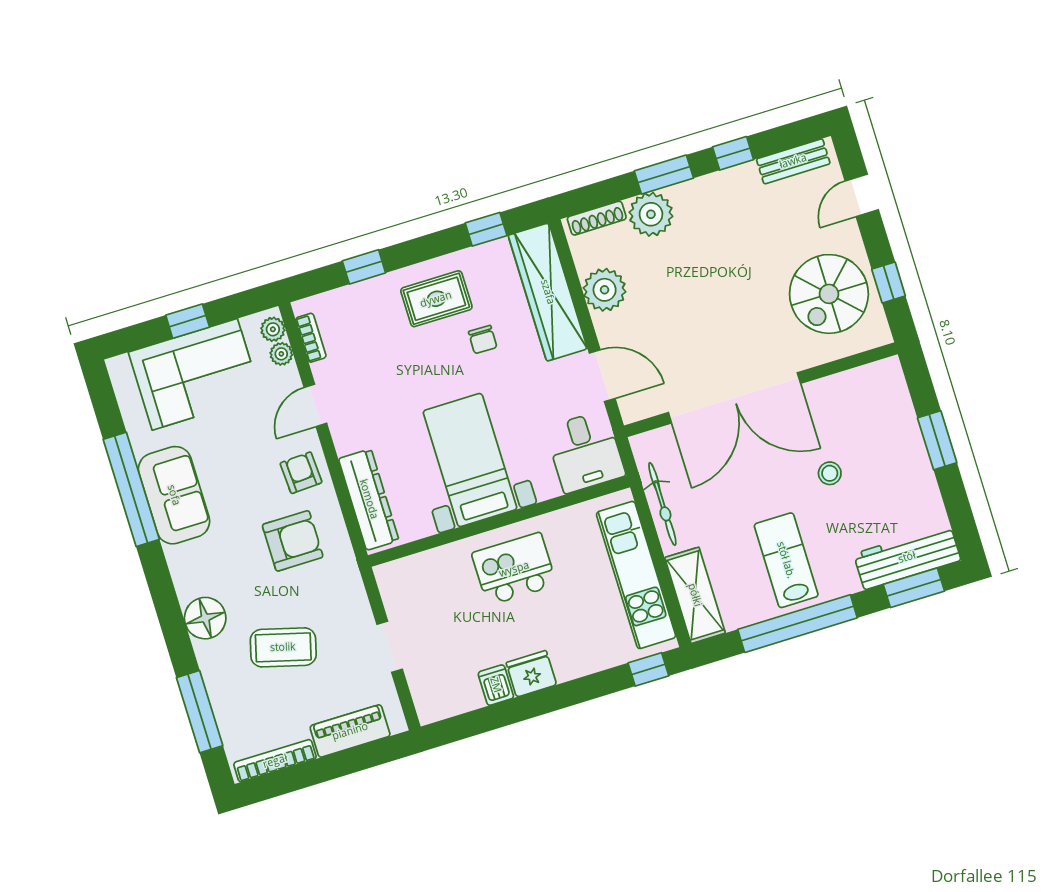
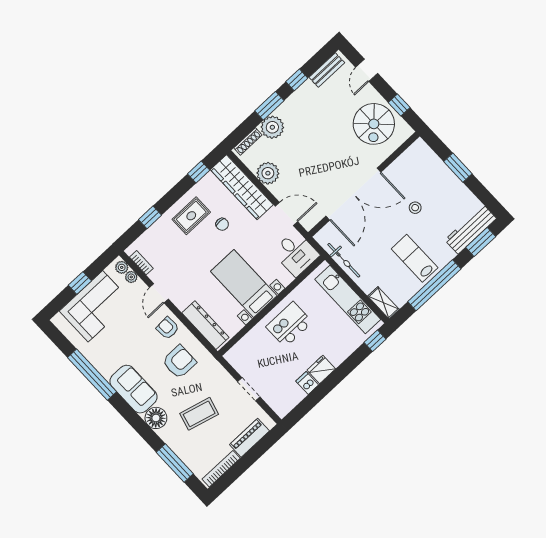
sofa: (174, 495) -> (133, 389), moved
shelving: (695, 595) -> (384, 303), width x0.67, depth x0.75

